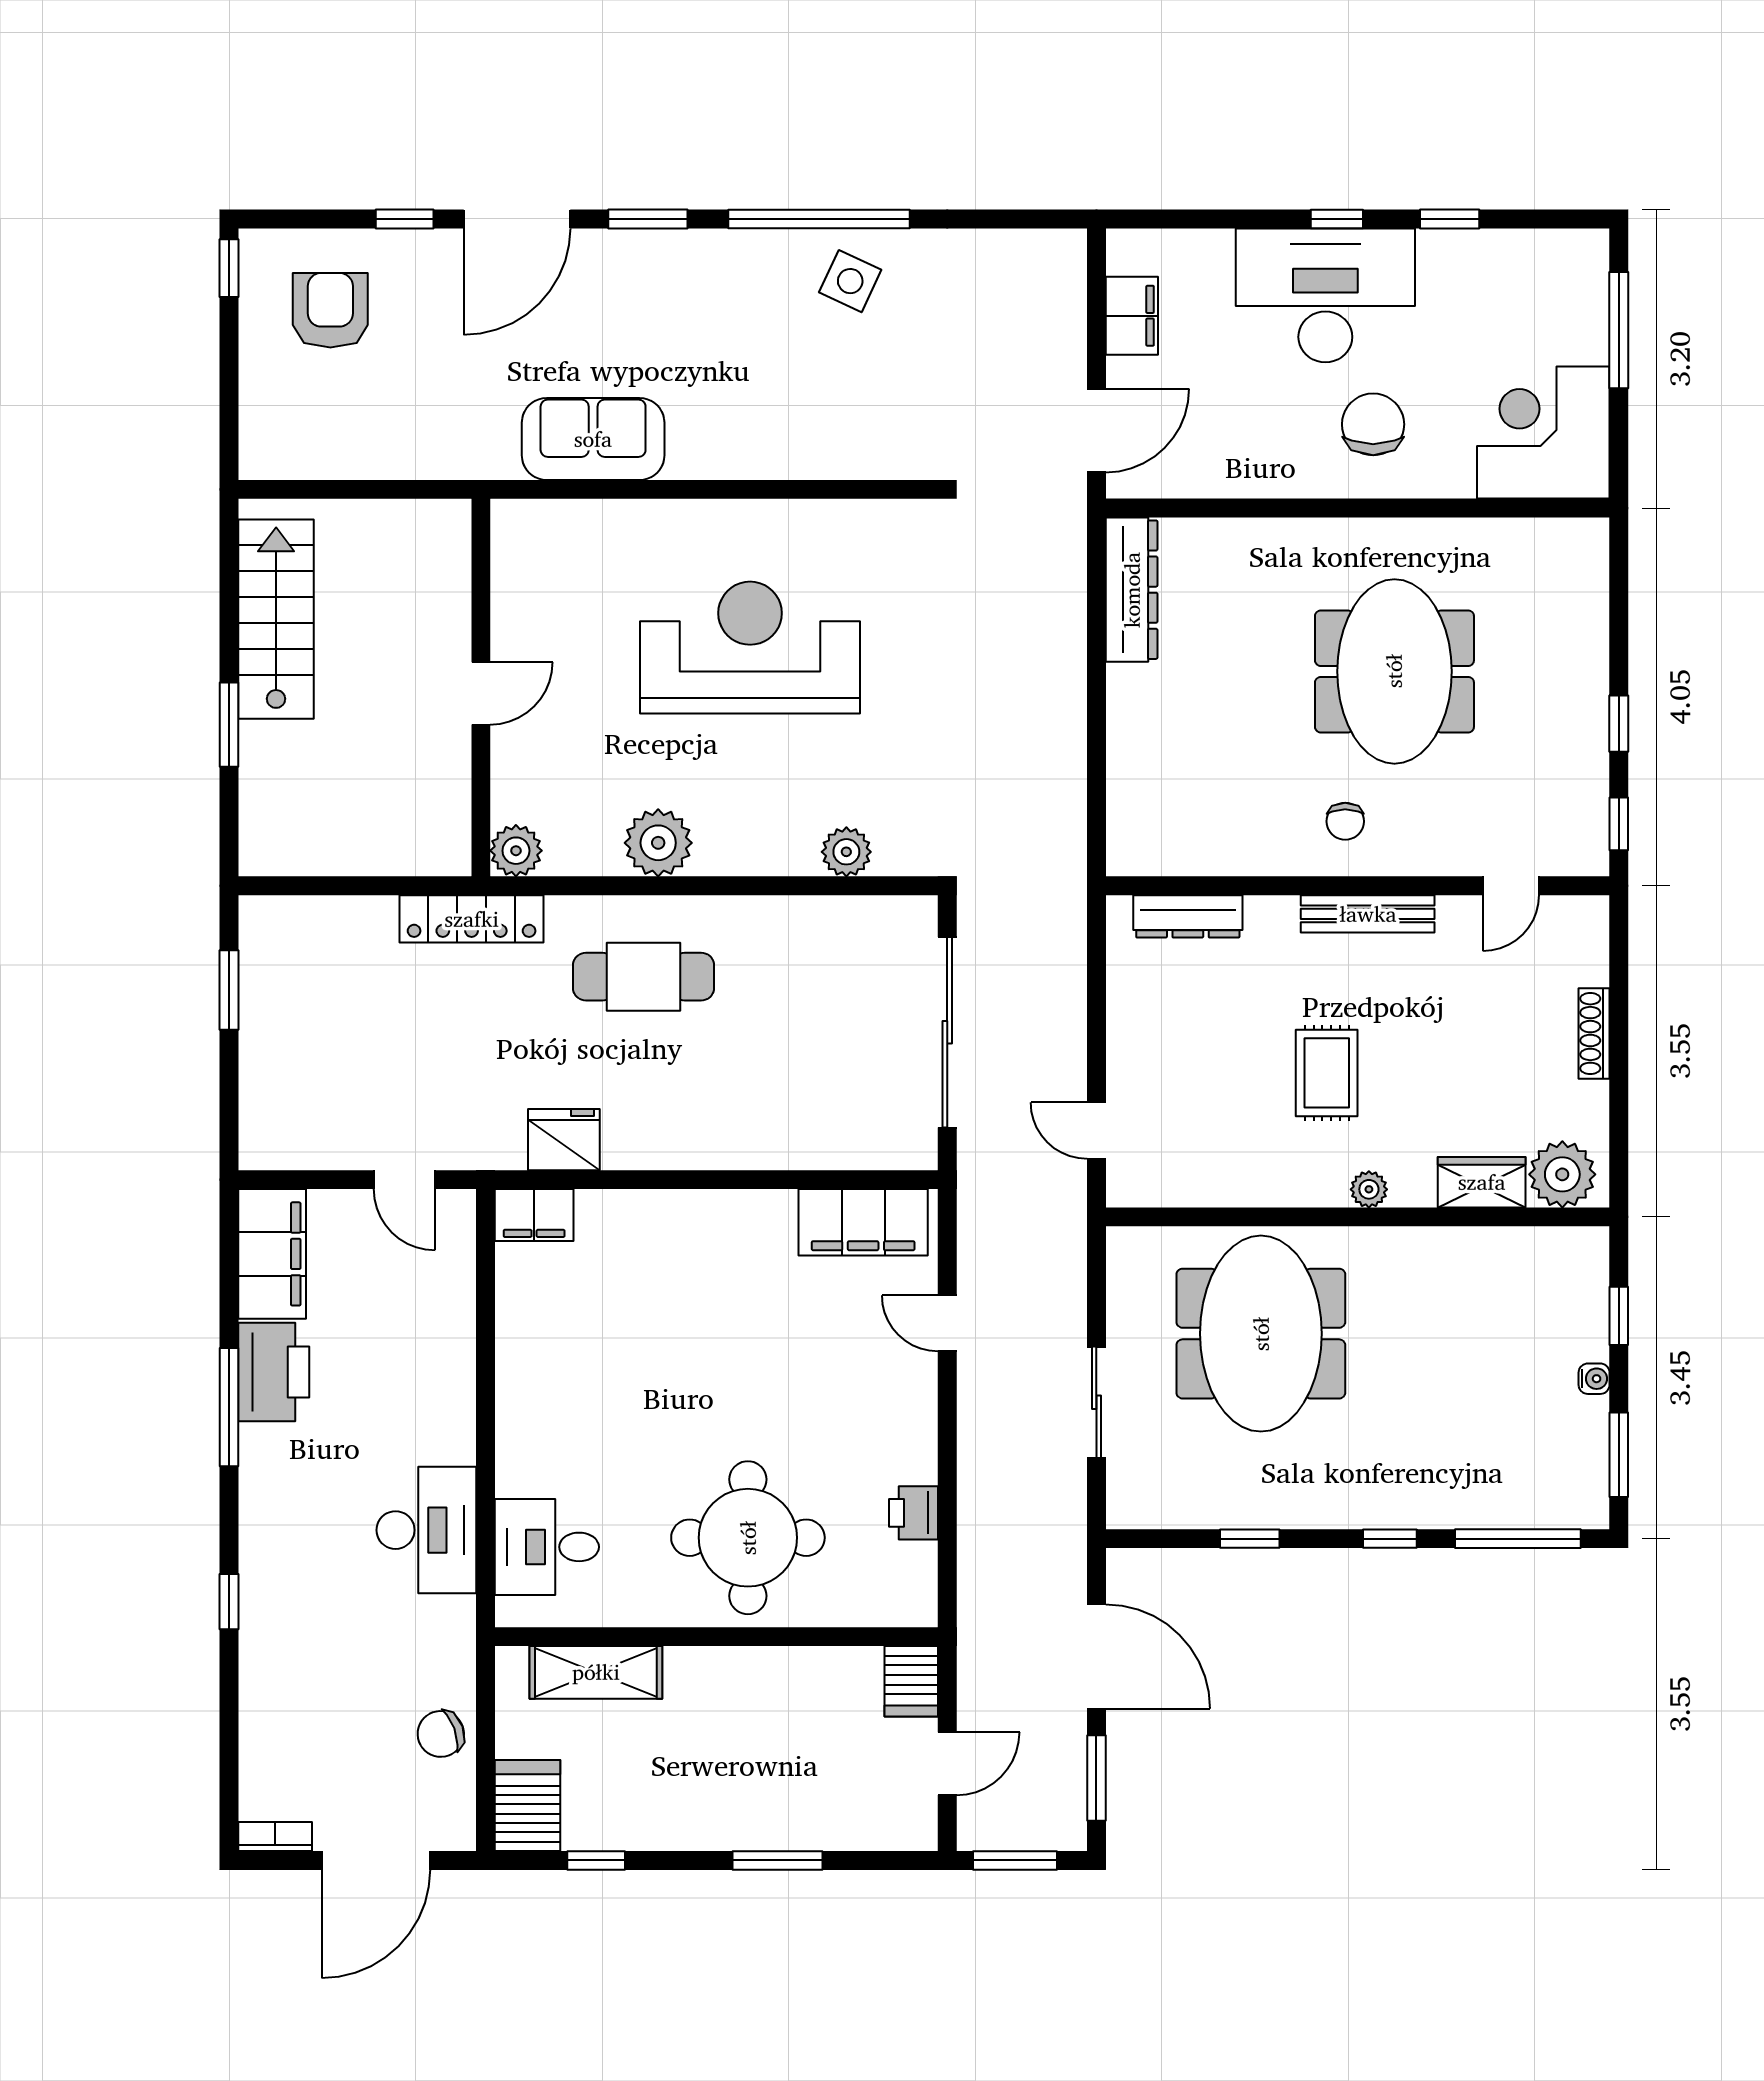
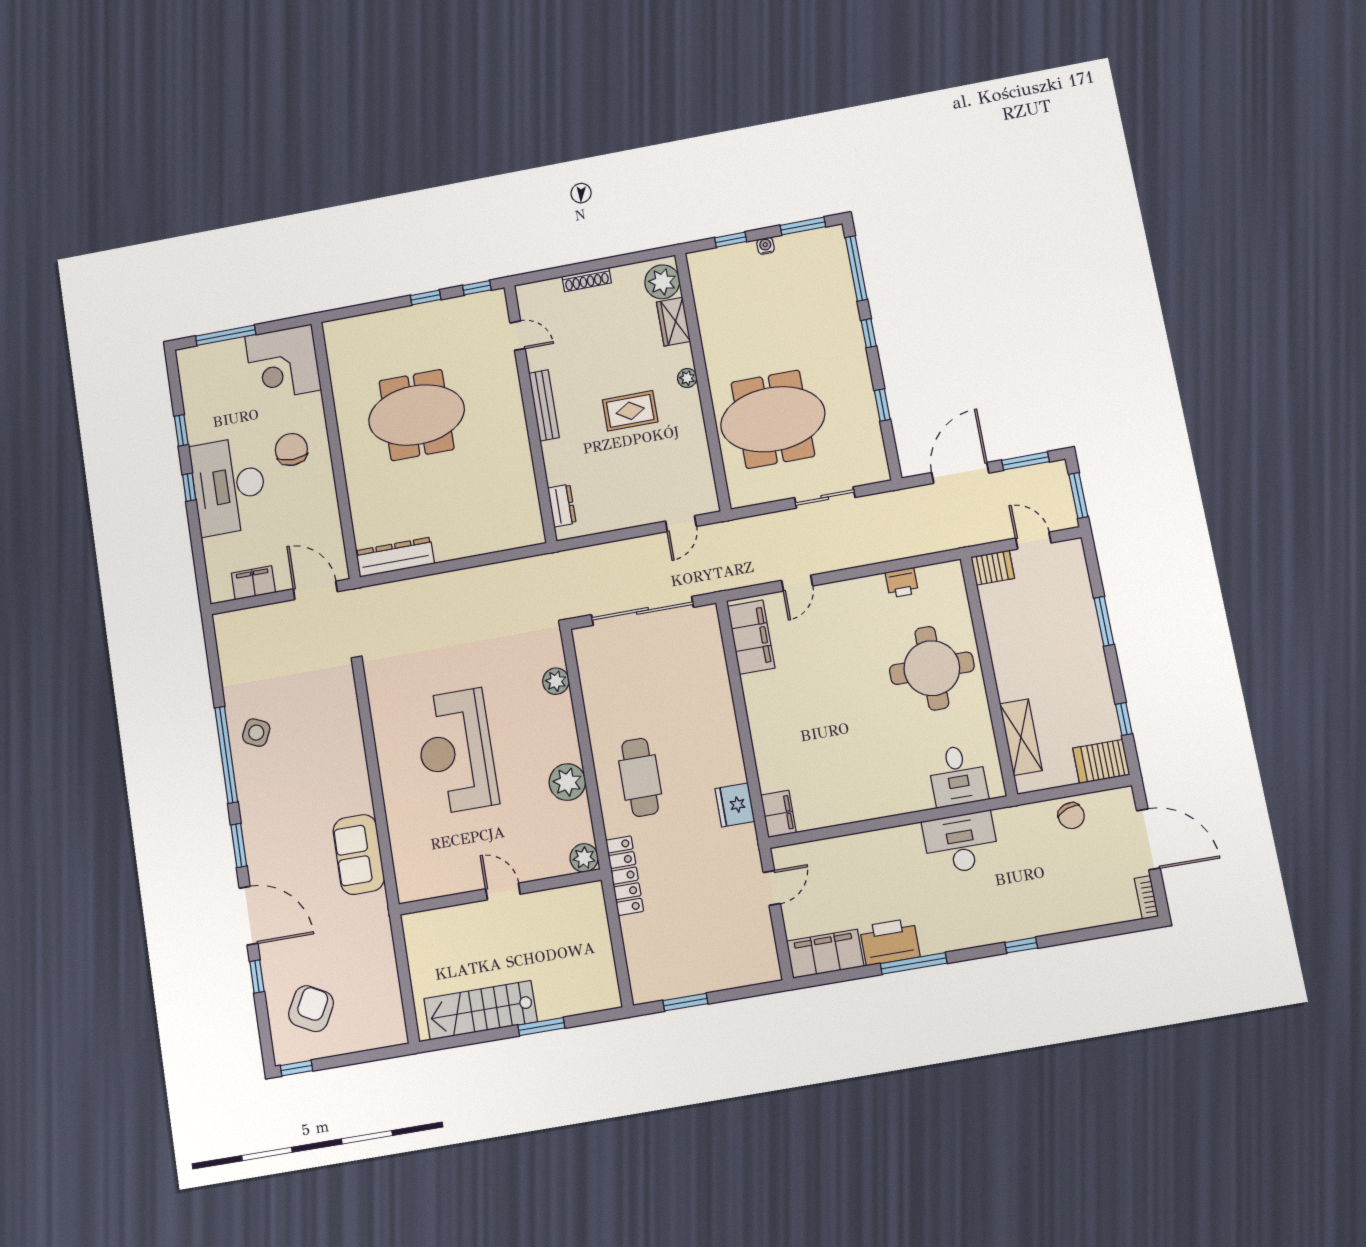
armchair: (330, 310) -> (311, 1009), turned 118
chair: (1373, 424) -> (291, 449), turned 90
chair: (1345, 821) -> (498, 426), removed
dresser: (1188, 916) -> (562, 506), width x0.70

